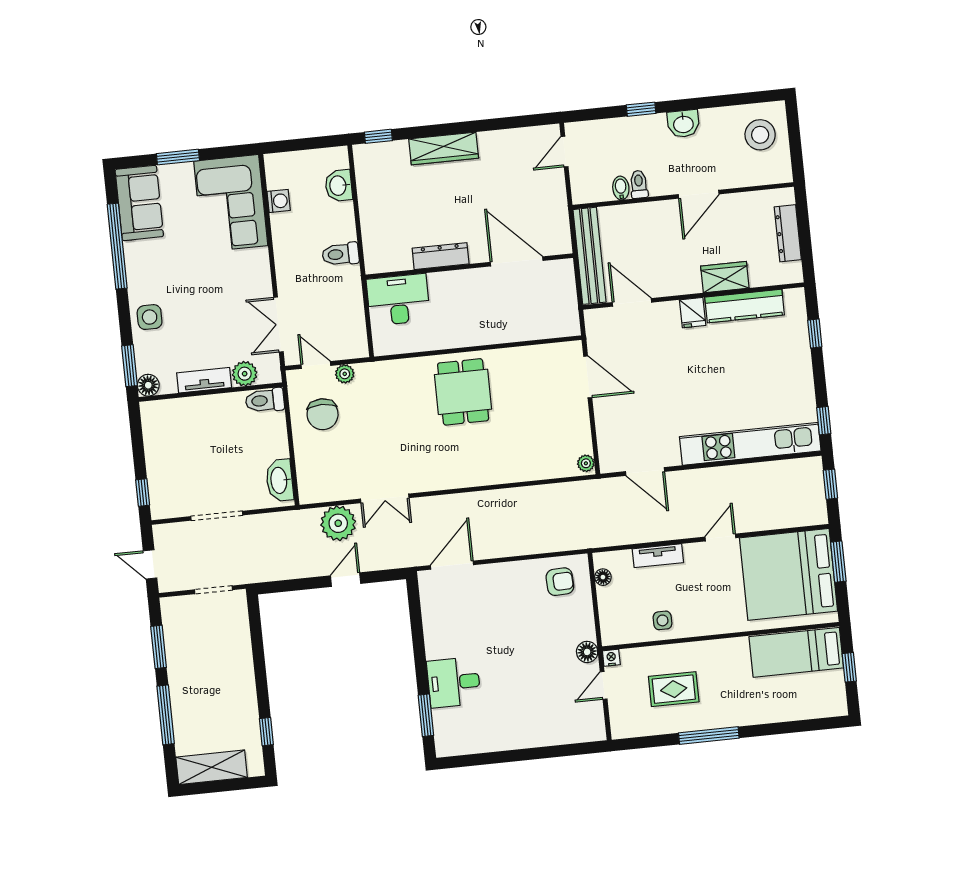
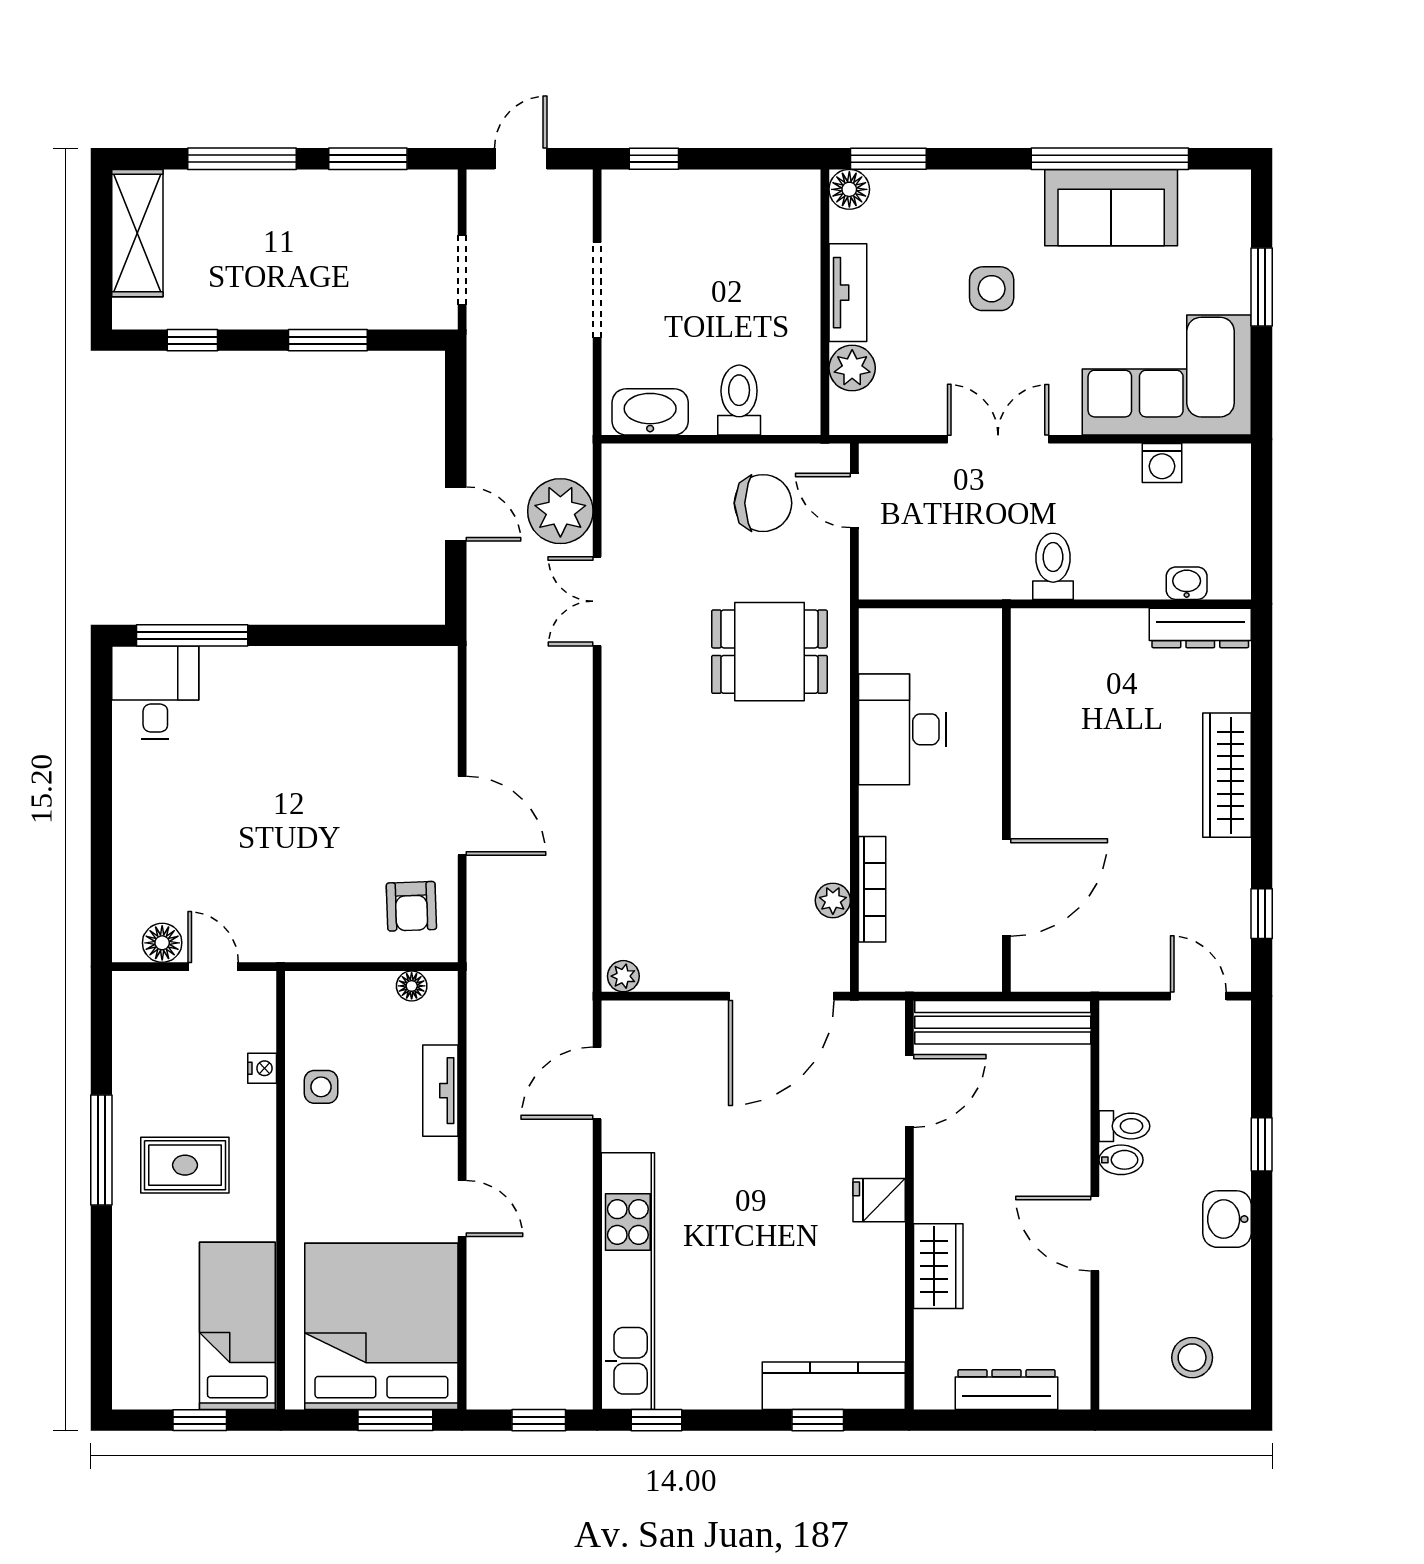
stool: (760, 135) -> (1192, 1358), width x0.73, depth x0.73
window: (378, 136) -> (1262, 914), moved
washbasin: (339, 186) -> (1187, 583), width x0.72, depth x0.69
bidet: (621, 188) -> (1121, 1160), moved
sofa: (139, 203) -> (1111, 208), moved
dresser: (441, 256) -> (1200, 628), moved, turned 90
desk: (398, 300) -> (902, 729), moved, turned 180
kitchen counter: (745, 306) -> (834, 1386), moved, turned 90
side table: (150, 317) -> (992, 289), moved
double door: (278, 324) -> (998, 439), moved
bookcase: (525, 334) -> (872, 889), added
door: (316, 365) -> (854, 500), swing flipped
plant: (345, 374) -> (833, 900), moved
door: (588, 377) -> (781, 996), width x1.36
dining table: (463, 392) -> (769, 652), moved
toilet: (265, 400) -> (739, 400), moved
chair: (323, 414) -> (763, 503), turned 180
door: (452, 565) -> (462, 816), moved
floor lamp: (587, 652) -> (162, 943), moved
window: (259, 658) -> (328, 340), added
nightstand: (611, 658) -> (262, 1068), moved
desk: (454, 682) -> (155, 693), moved
rug: (674, 689) -> (185, 1165), moved, turned 90
window: (426, 715) -> (192, 635), width x1.44

